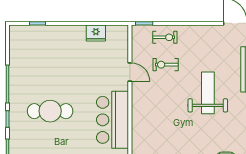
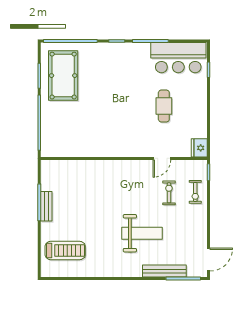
fridge: (96, 33) -> (199, 148), moved
cafe table: (50, 111) -> (164, 106), moved, width x0.73, depth x0.74
bar counter: (113, 120) -> (178, 58), moved, turned 180

